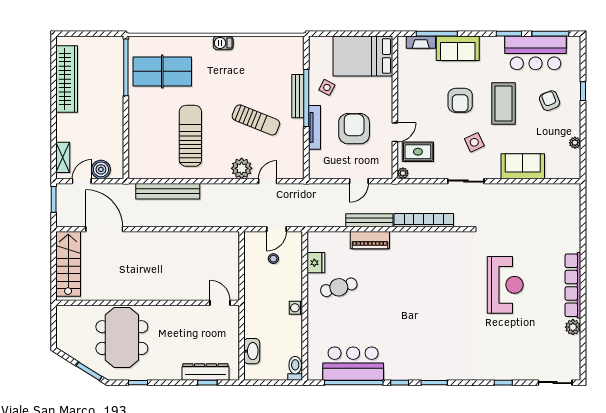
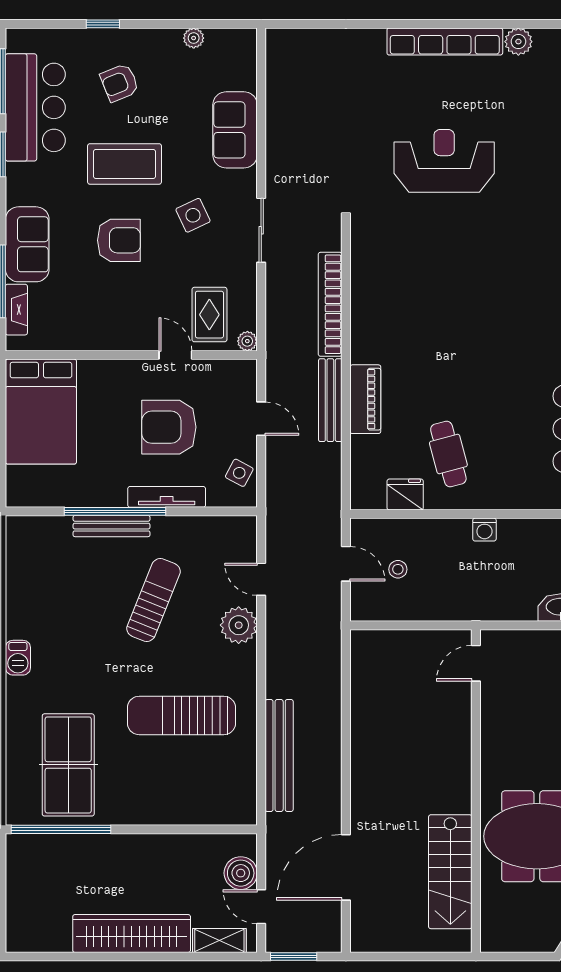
wardrobe: (67, 79) -> (132, 933), moved
side table: (327, 87) -> (239, 473), moved
stairs: (68, 264) -> (450, 872), moved, turned -90

